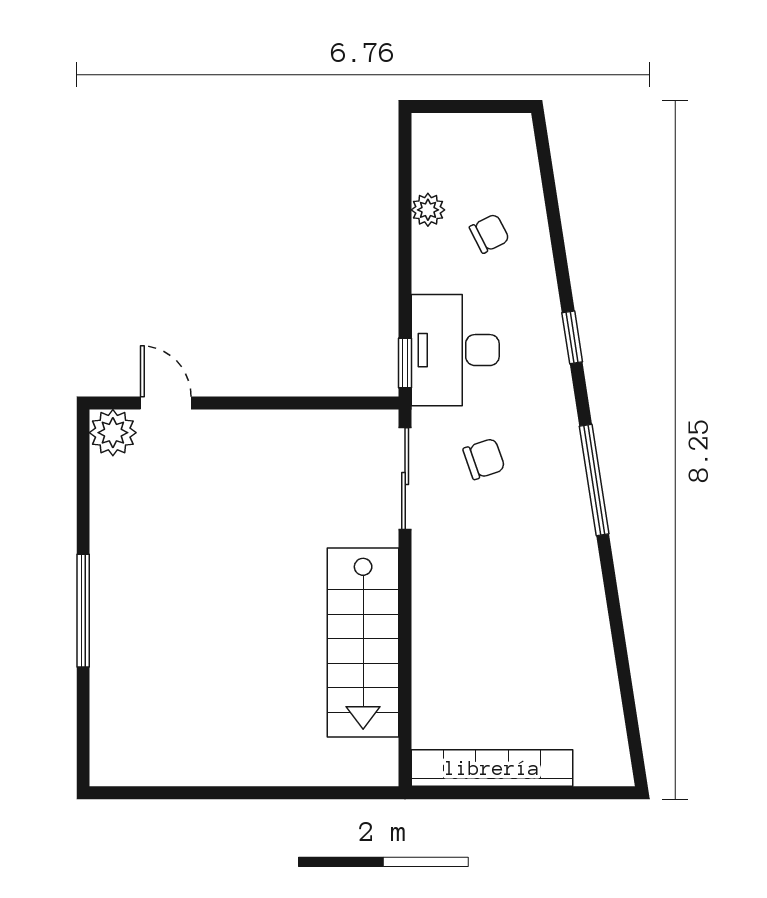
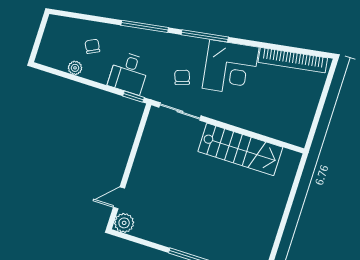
window: (572, 337) -> (145, 26), width x2.17
desk: (455, 350) -> (129, 73), width x0.73
corner desk: (541, 562) -> (231, 68), added
bookcase: (492, 768) -> (293, 60), moved, turned -99

